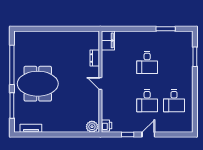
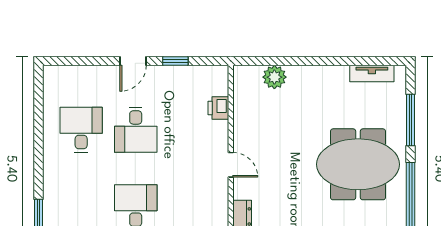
desk: (147, 101) -> (136, 130), turned 180
printer: (106, 125) -> (218, 108), moved
plant: (92, 127) -> (274, 77), moved

